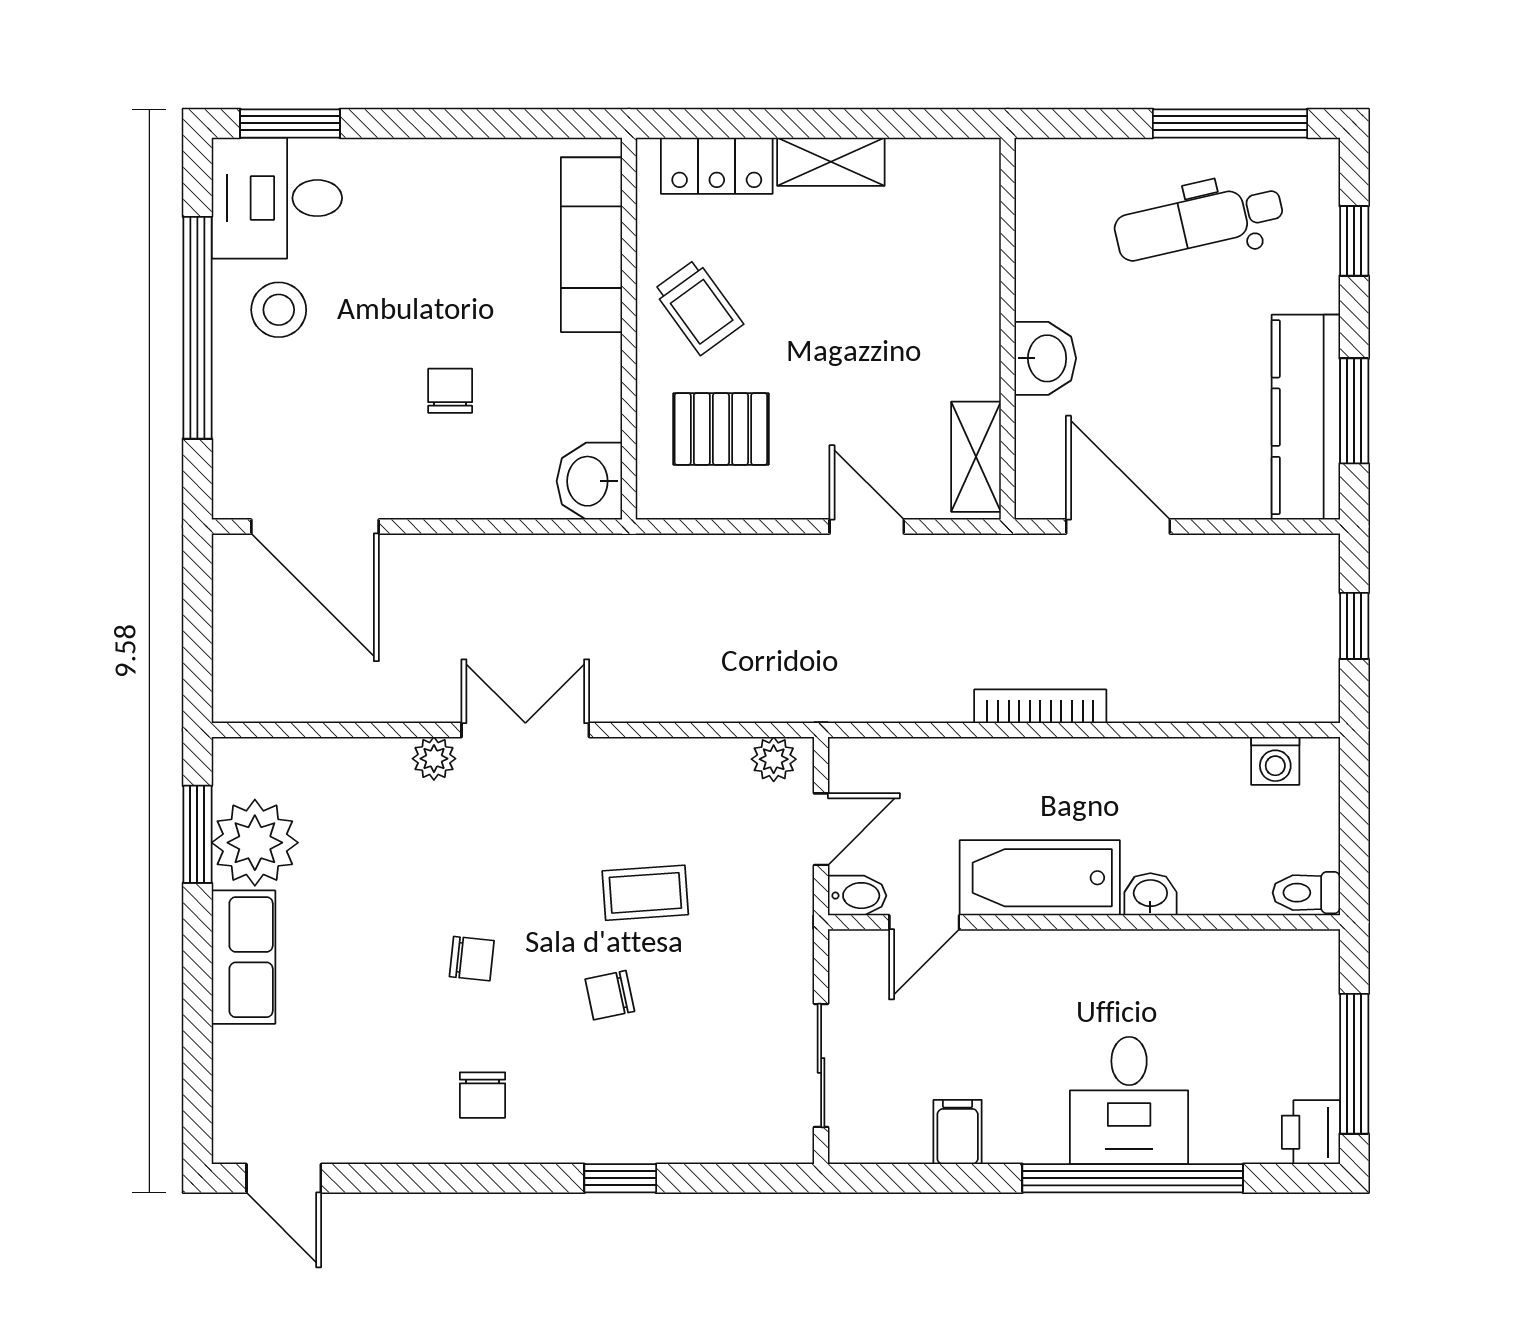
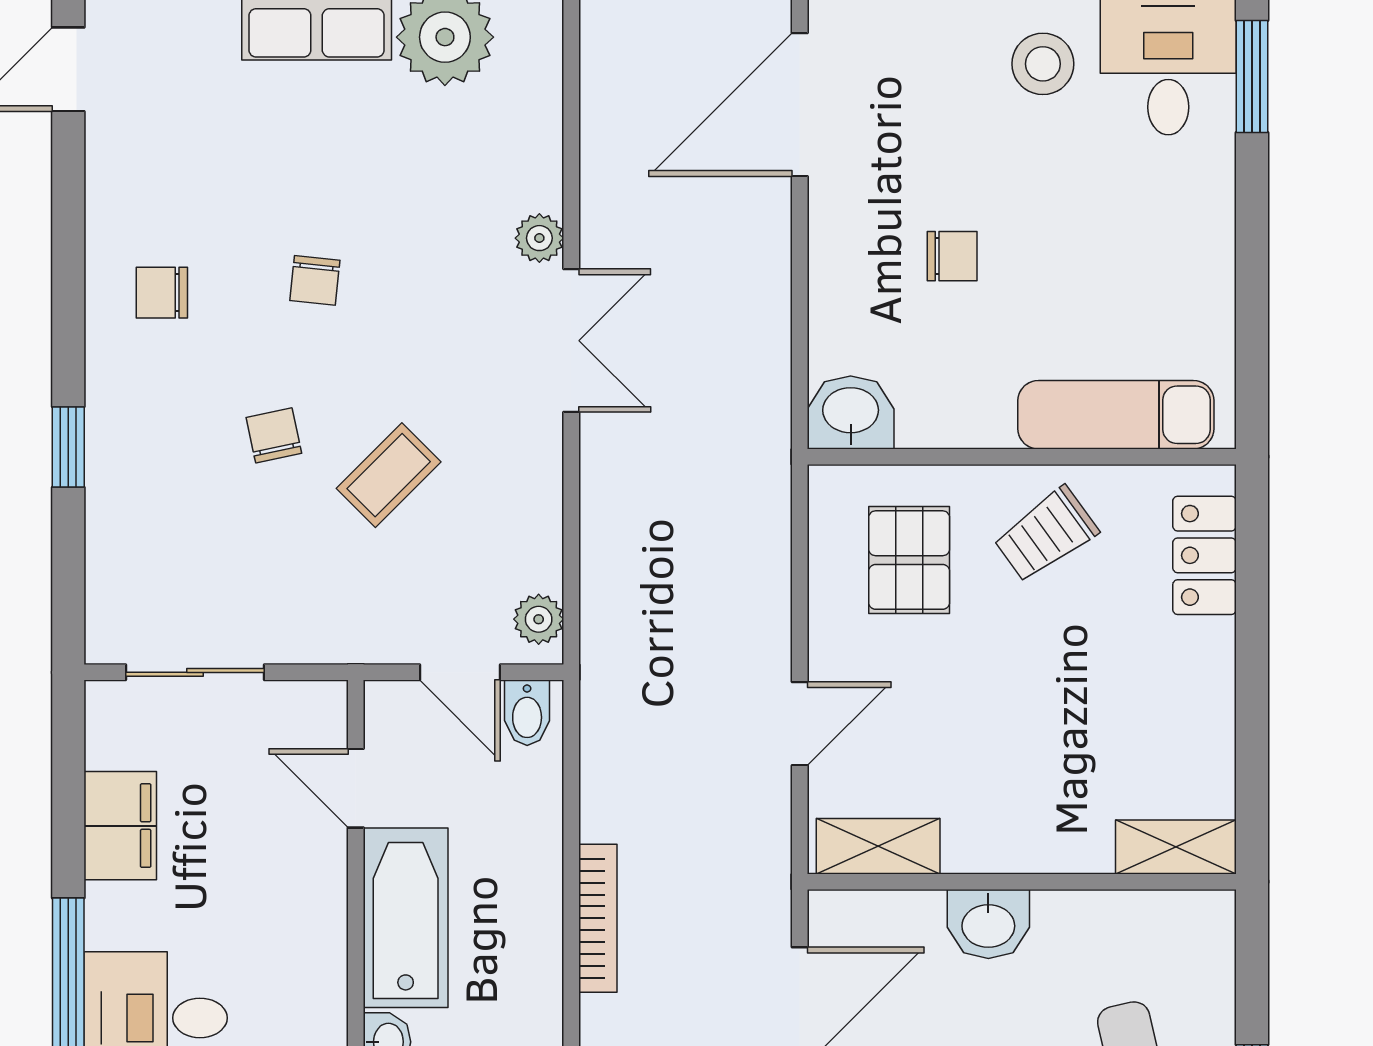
shelving: (831, 162) -> (1176, 847), moved, turned 90
coffee table: (645, 893) -> (389, 475), turned 49
bidet: (857, 896) -> (527, 713), moved
filing cabinet: (958, 1132) -> (120, 826), width x2.00

